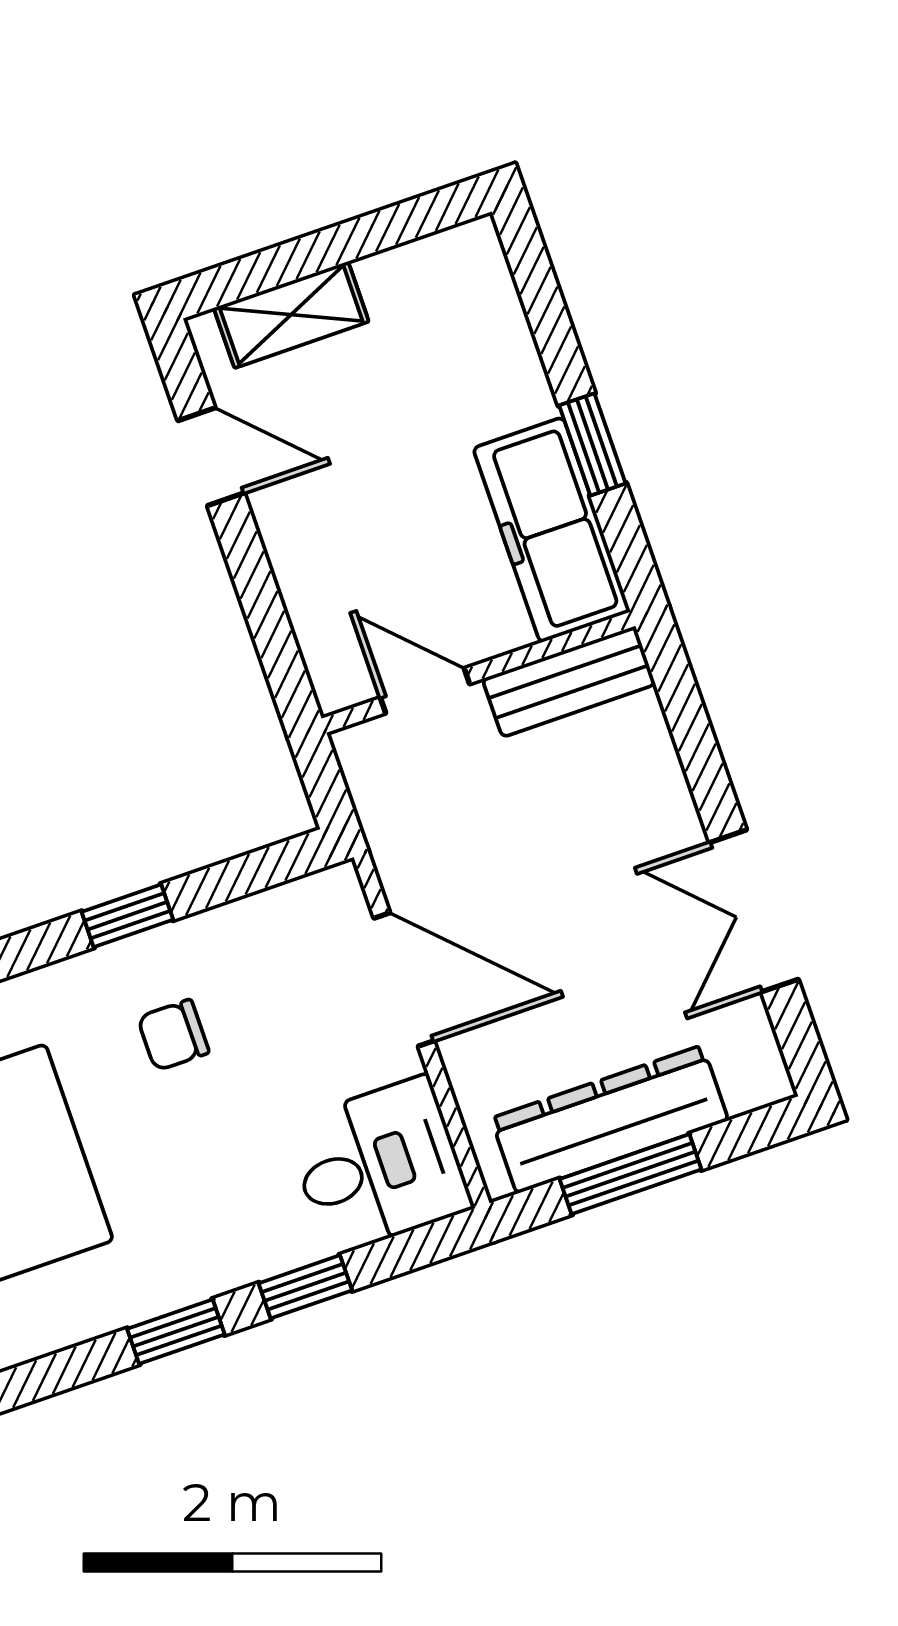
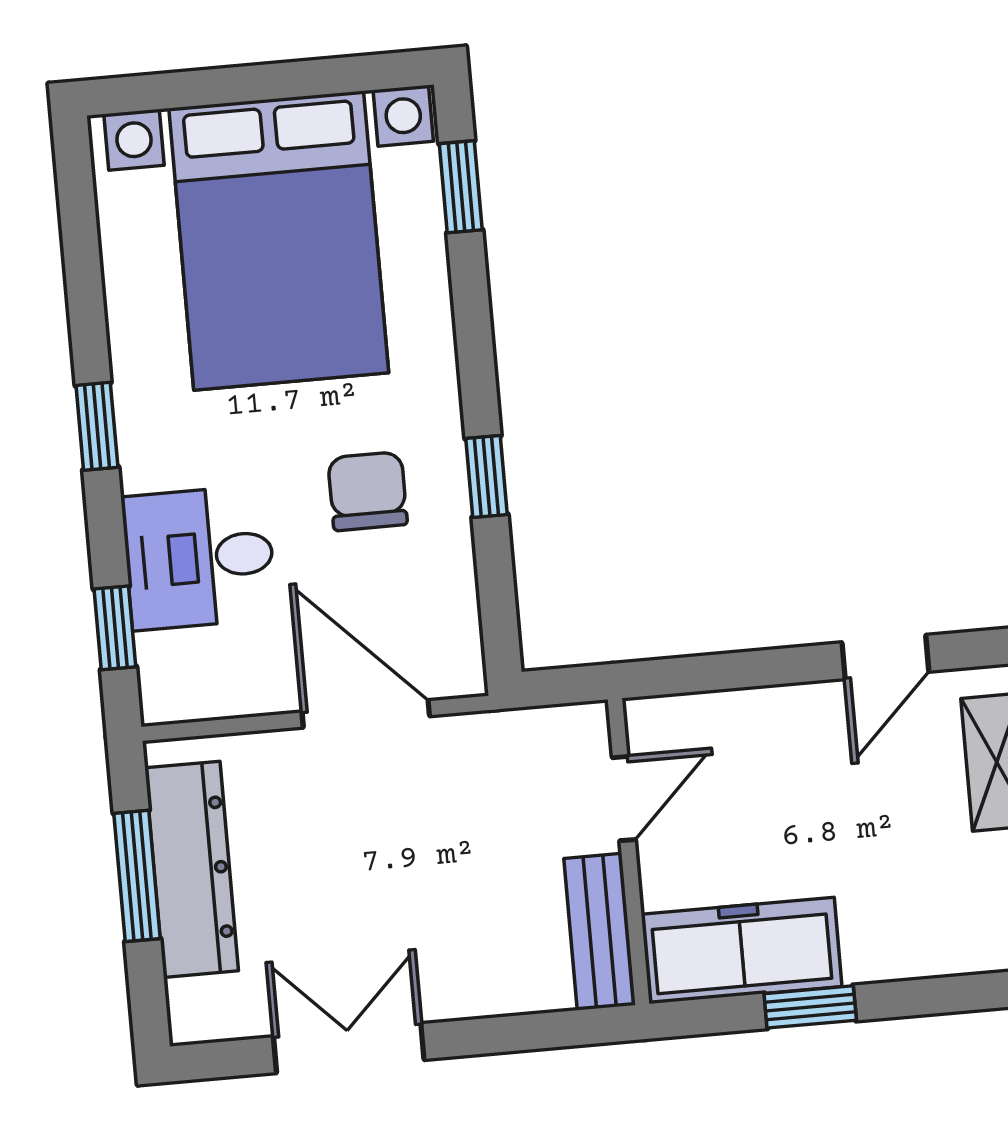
door: (404, 980) -> (366, 714), swing flipped
chair: (173, 1035) -> (368, 491), width x1.37, depth x1.37
desk: (379, 1166) -> (199, 558), moved, turned 90
window: (305, 1287) -> (115, 628), moved

